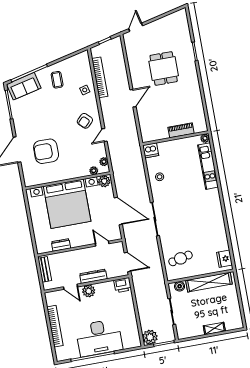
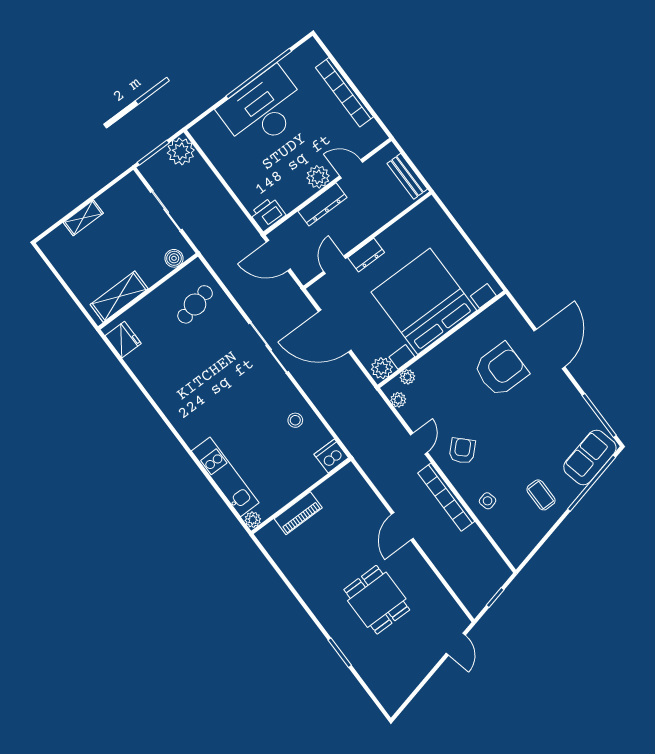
bookcase: (100, 77) -> (446, 497), moved
door: (102, 244) -> (335, 265), swing flipped
dresser: (61, 245) -> (366, 255), moved
shelving: (209, 282) -> (119, 297), width x0.68

